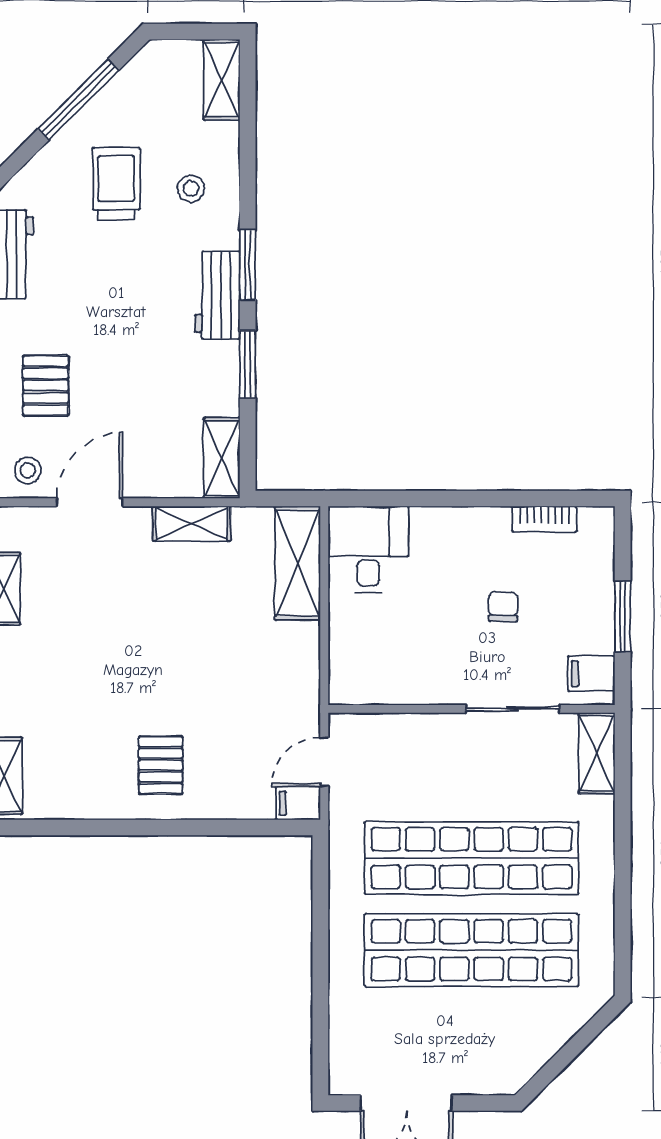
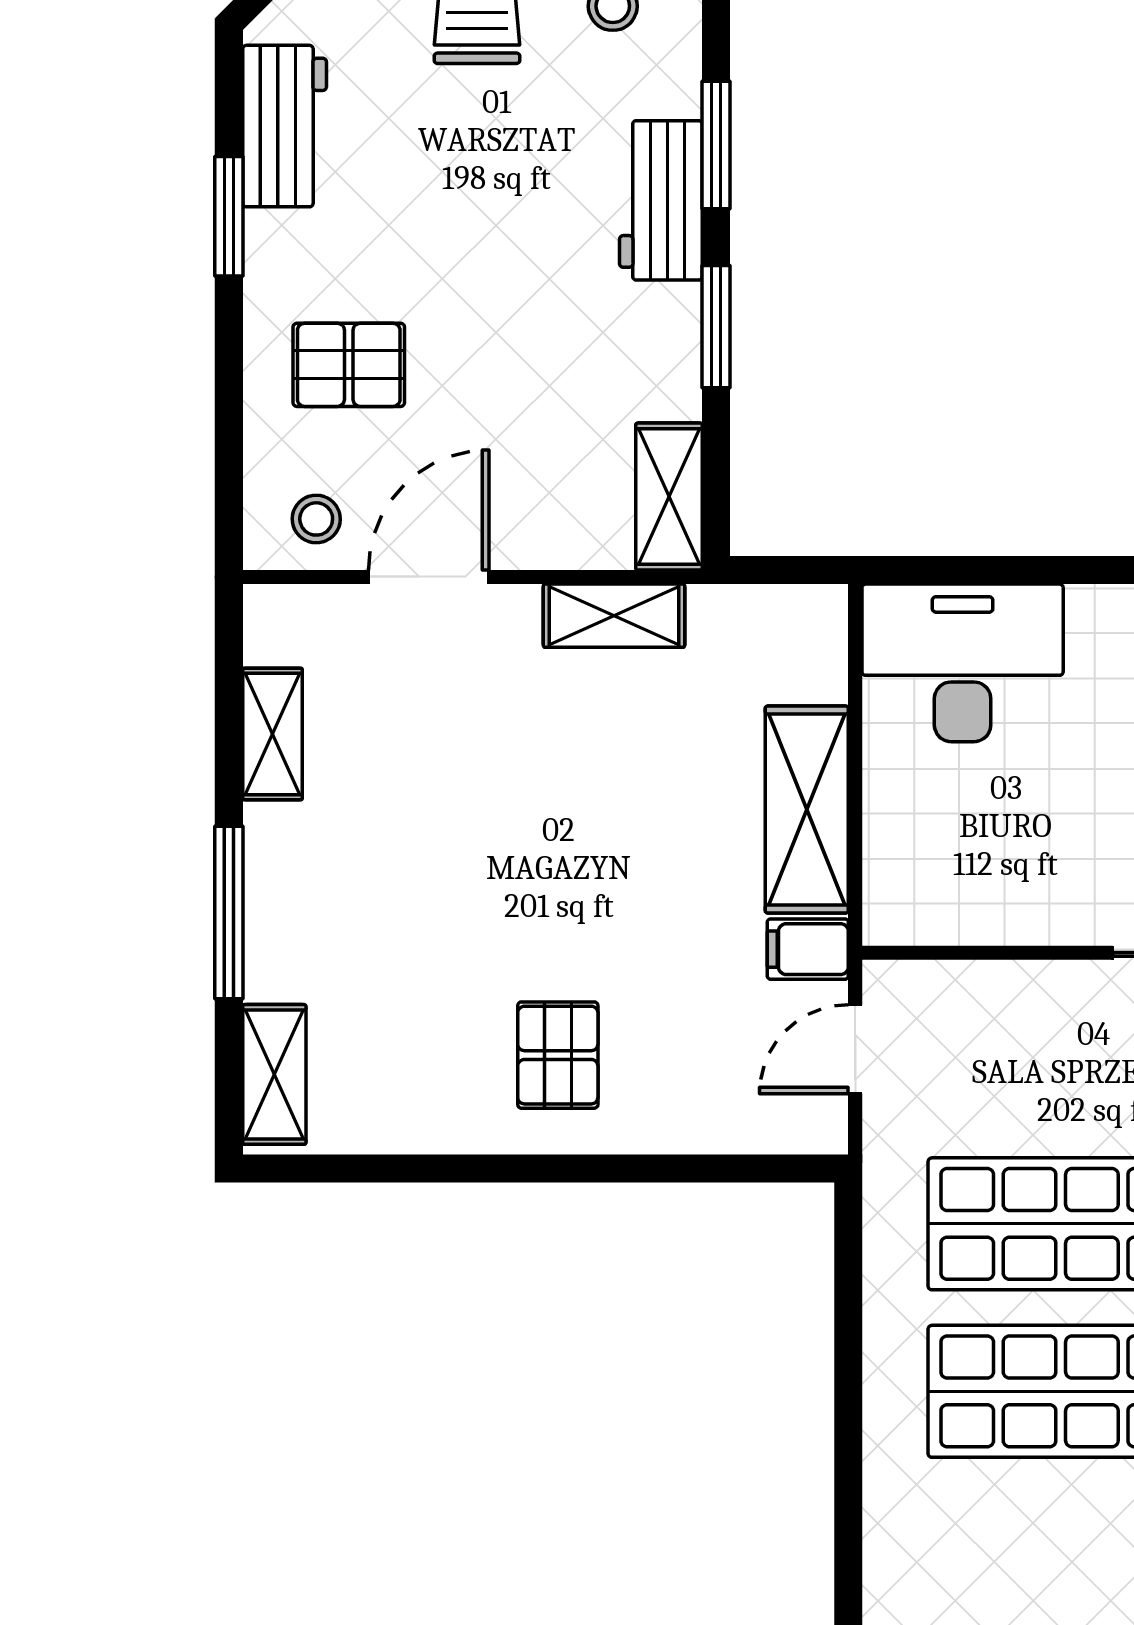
pallet: (46, 386) -> (349, 365), turned 90
desk: (368, 550) -> (963, 663), width x1.37
shelving: (298, 563) -> (807, 810), moved
filing cabinet: (298, 803) -> (808, 949), moved

